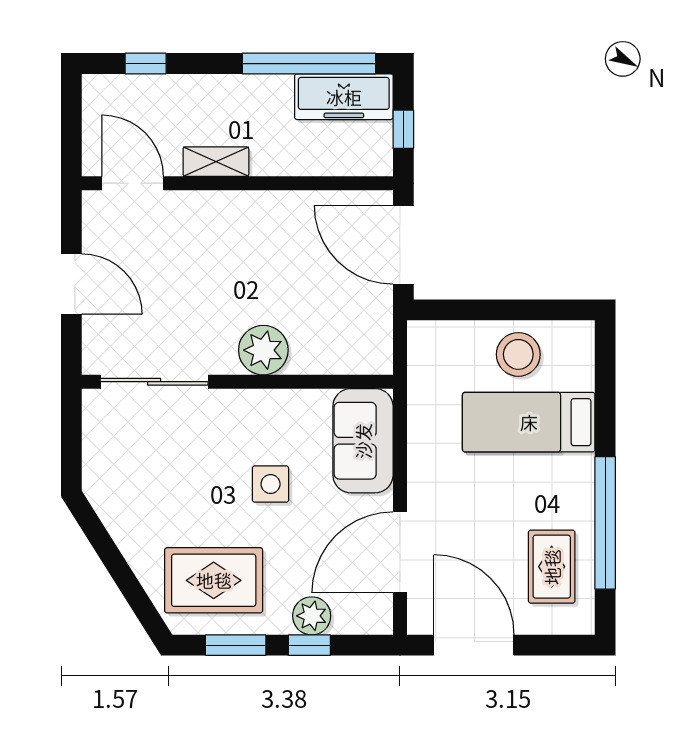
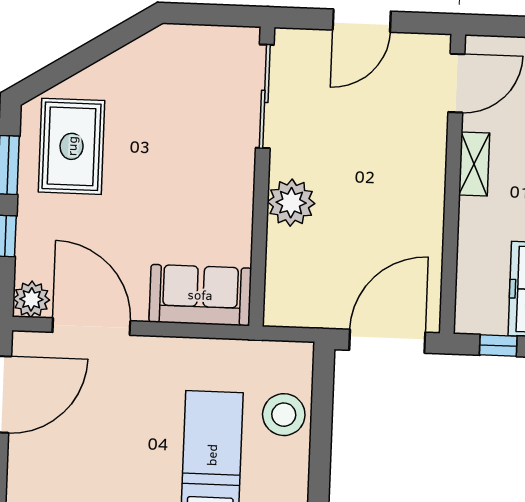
stool: (518, 354) -> (284, 415), moved
side table: (271, 484) -> (162, 205), removed
rug: (552, 567) -> (72, 472), removed
plant: (312, 616) -> (31, 299), moved

